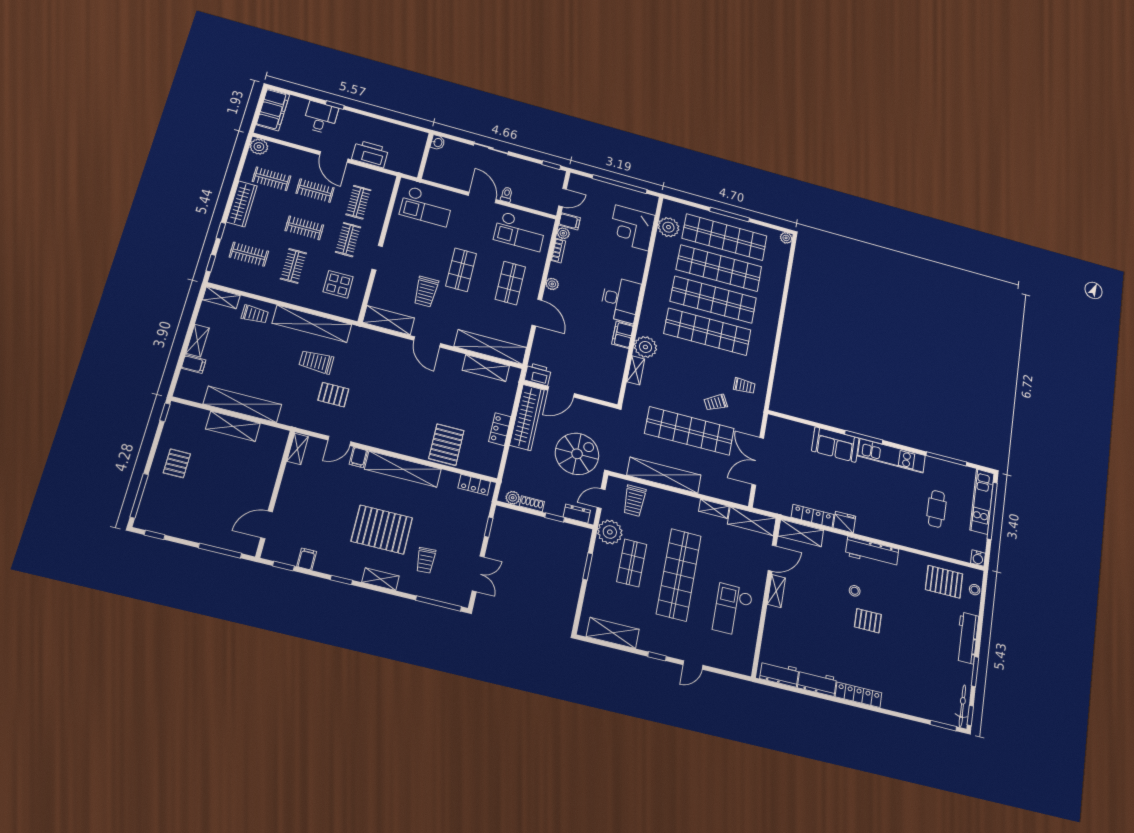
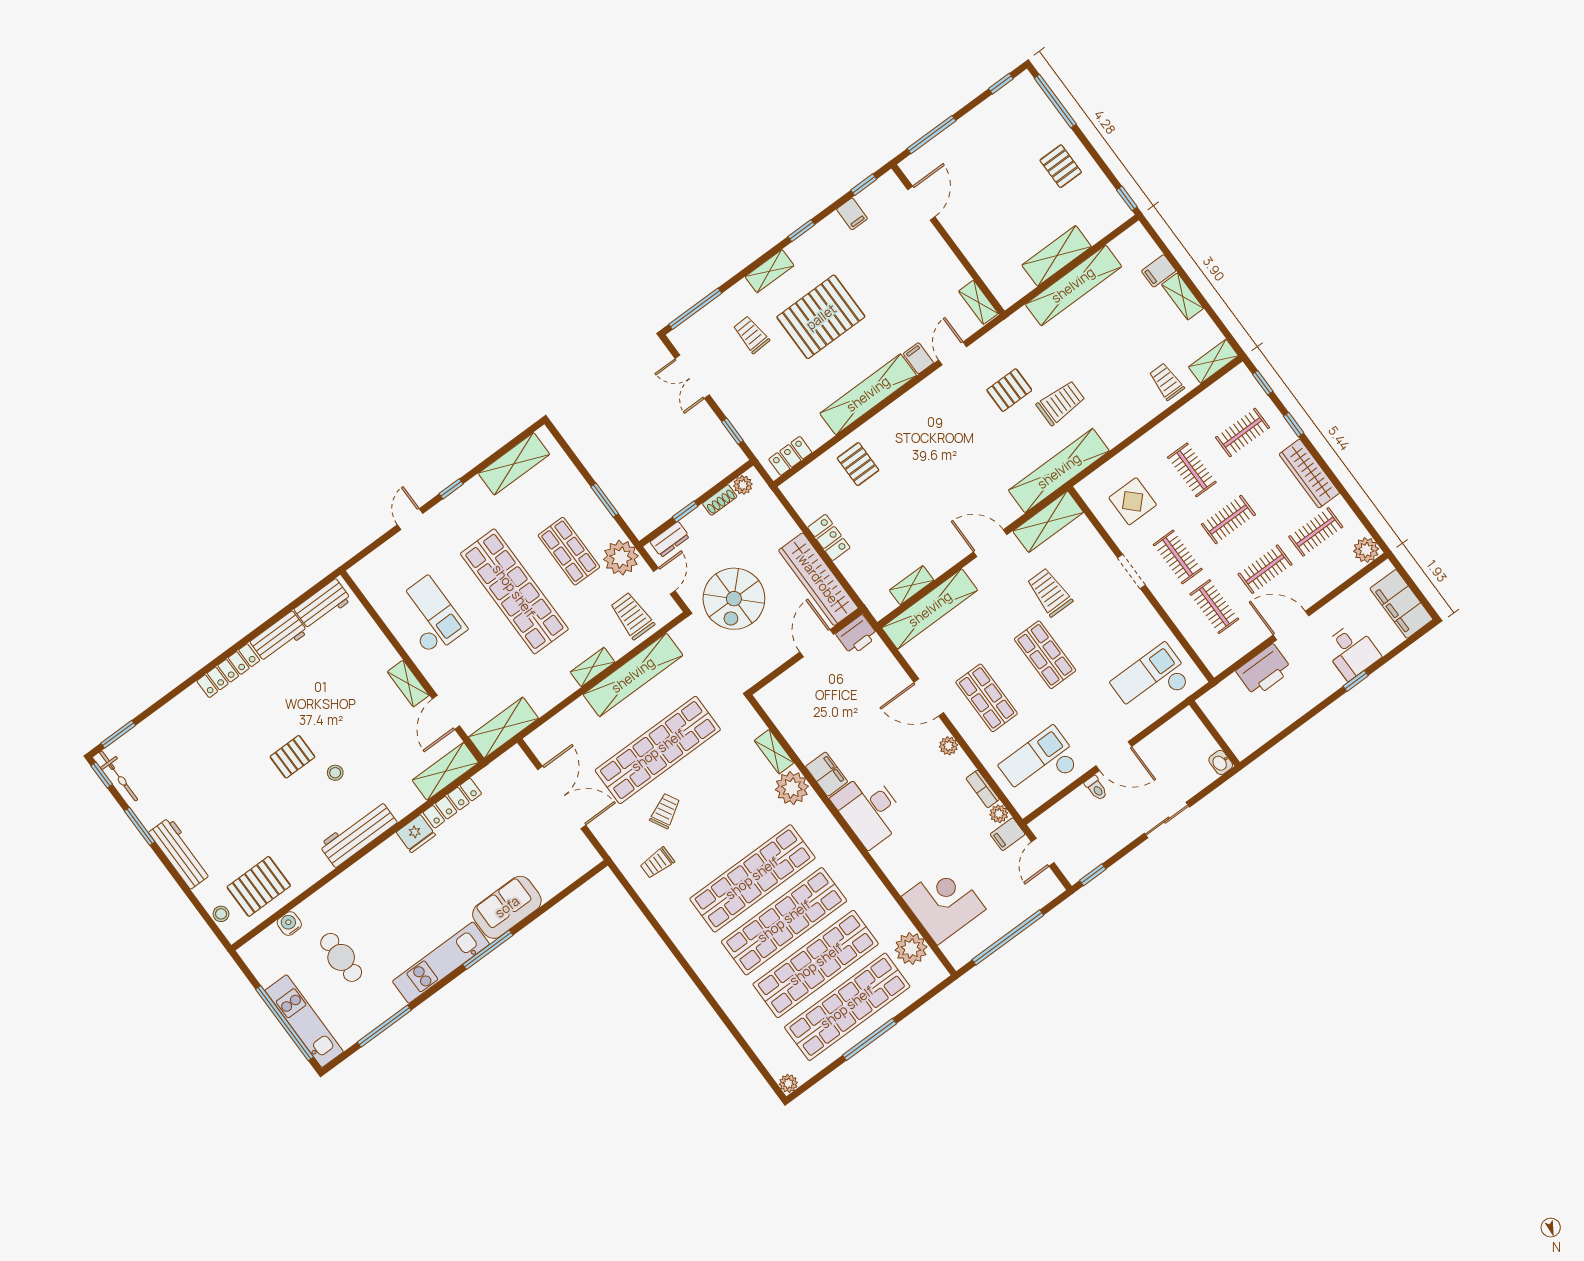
trolley: (255, 314) -> (1166, 381), turned 90
shelving: (312, 324) -> (1059, 471), moved
shelving: (486, 368) -> (912, 585), width x0.67, depth x0.75
pallet: (446, 445) -> (858, 464), width x0.67, depth x0.71
shelving: (714, 509) -> (593, 667), moved
water cooler: (978, 558) -> (289, 924), moved

